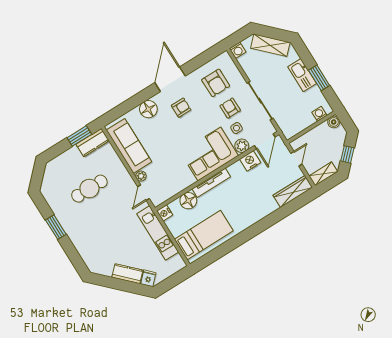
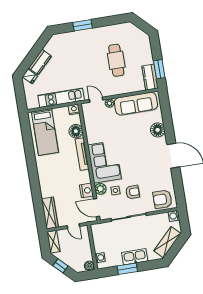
armchair: (216, 83) -> (162, 199), moved
armchair: (181, 108) -> (148, 155), removed
window: (56, 227) -> (83, 25), moved

